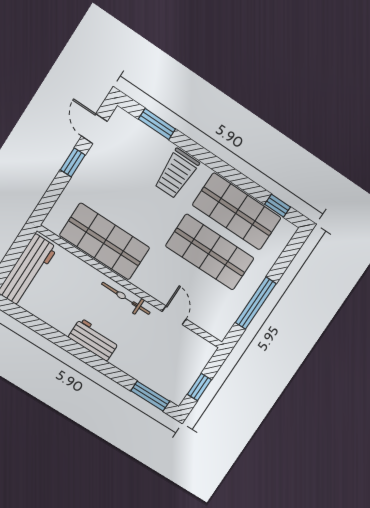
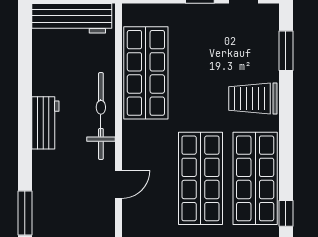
bicycle: (126, 298) -> (101, 116), width x1.37, depth x1.40

